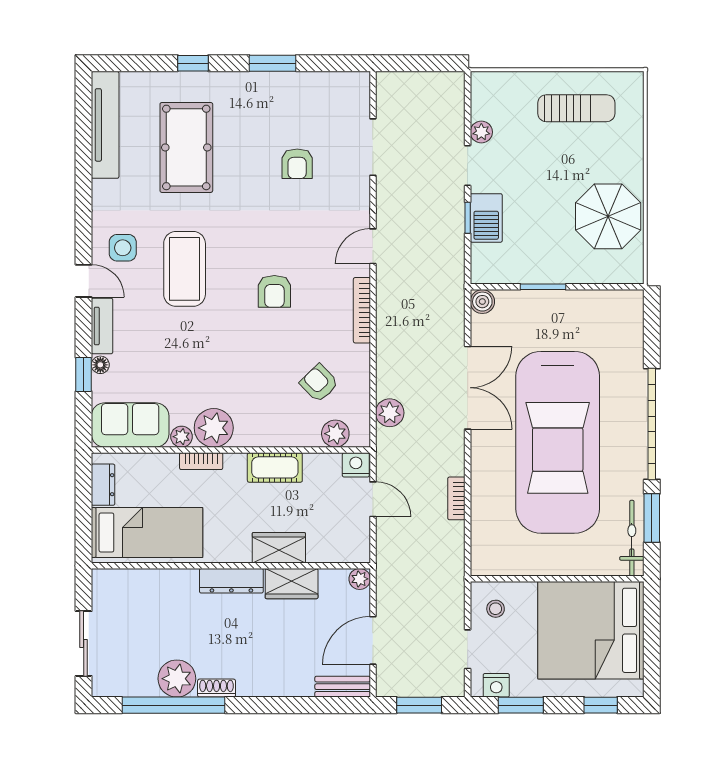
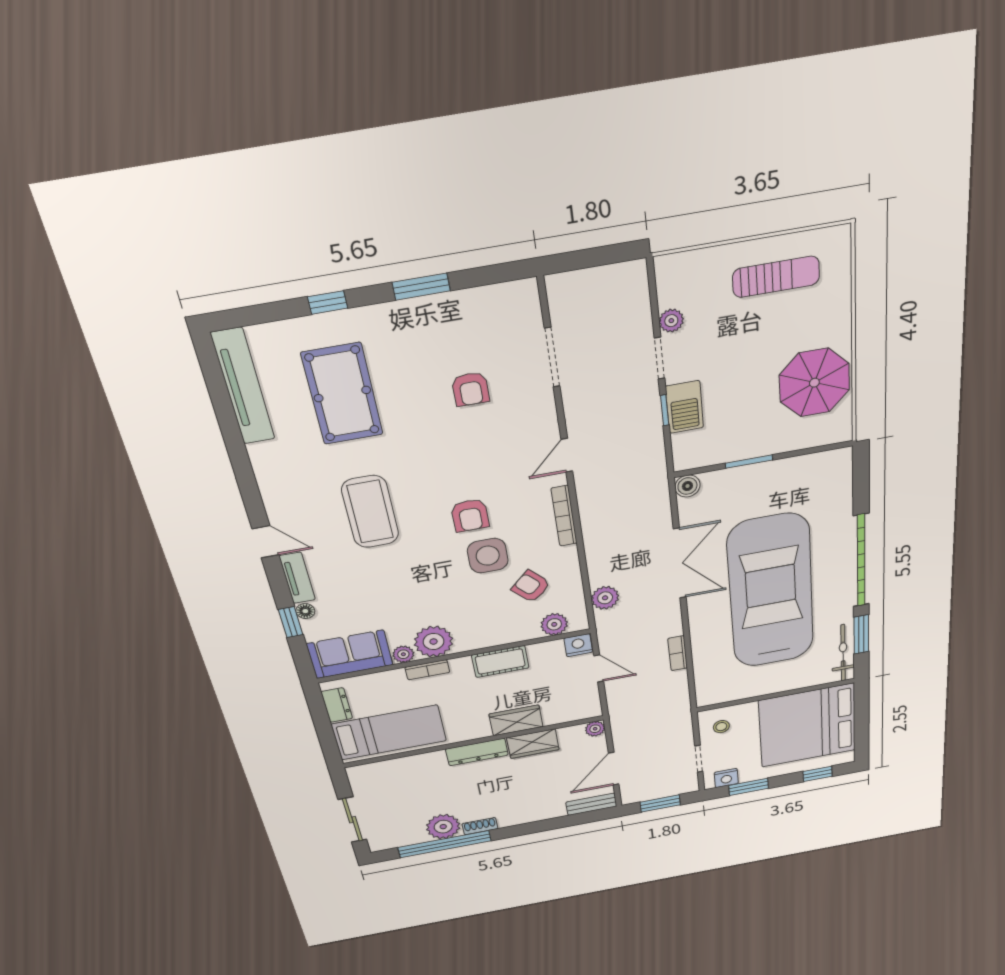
side table: (123, 248) -> (488, 556), moved, width x1.37, depth x1.37
car: (558, 442) -> (771, 592), turned 180

